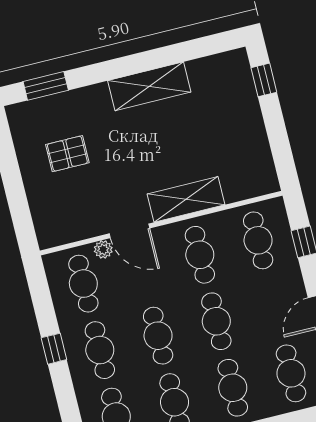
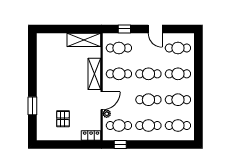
window: (264, 80) -> (52, 29), removed
window: (46, 86) -> (32, 106), moved
shelving: (149, 86) -> (84, 40), moved, turned 90
locker: (45, 226) -> (91, 135), added
window: (54, 349) -> (120, 145), moved

